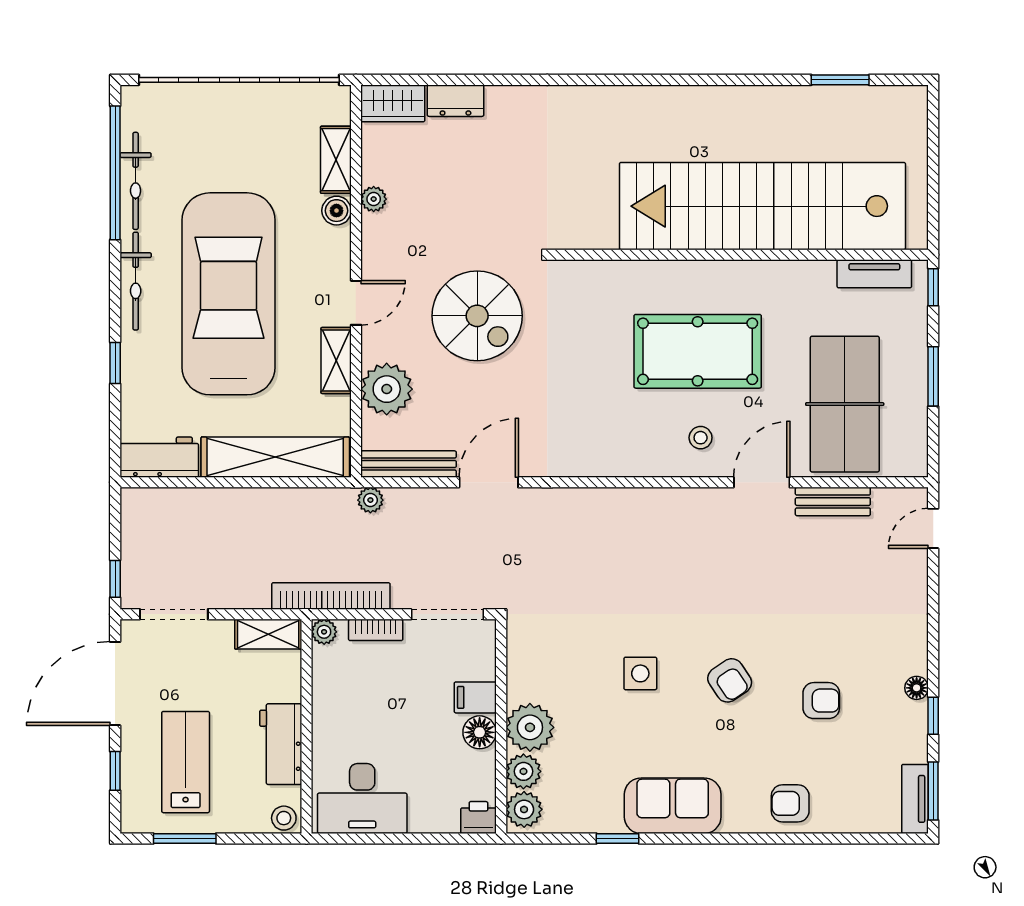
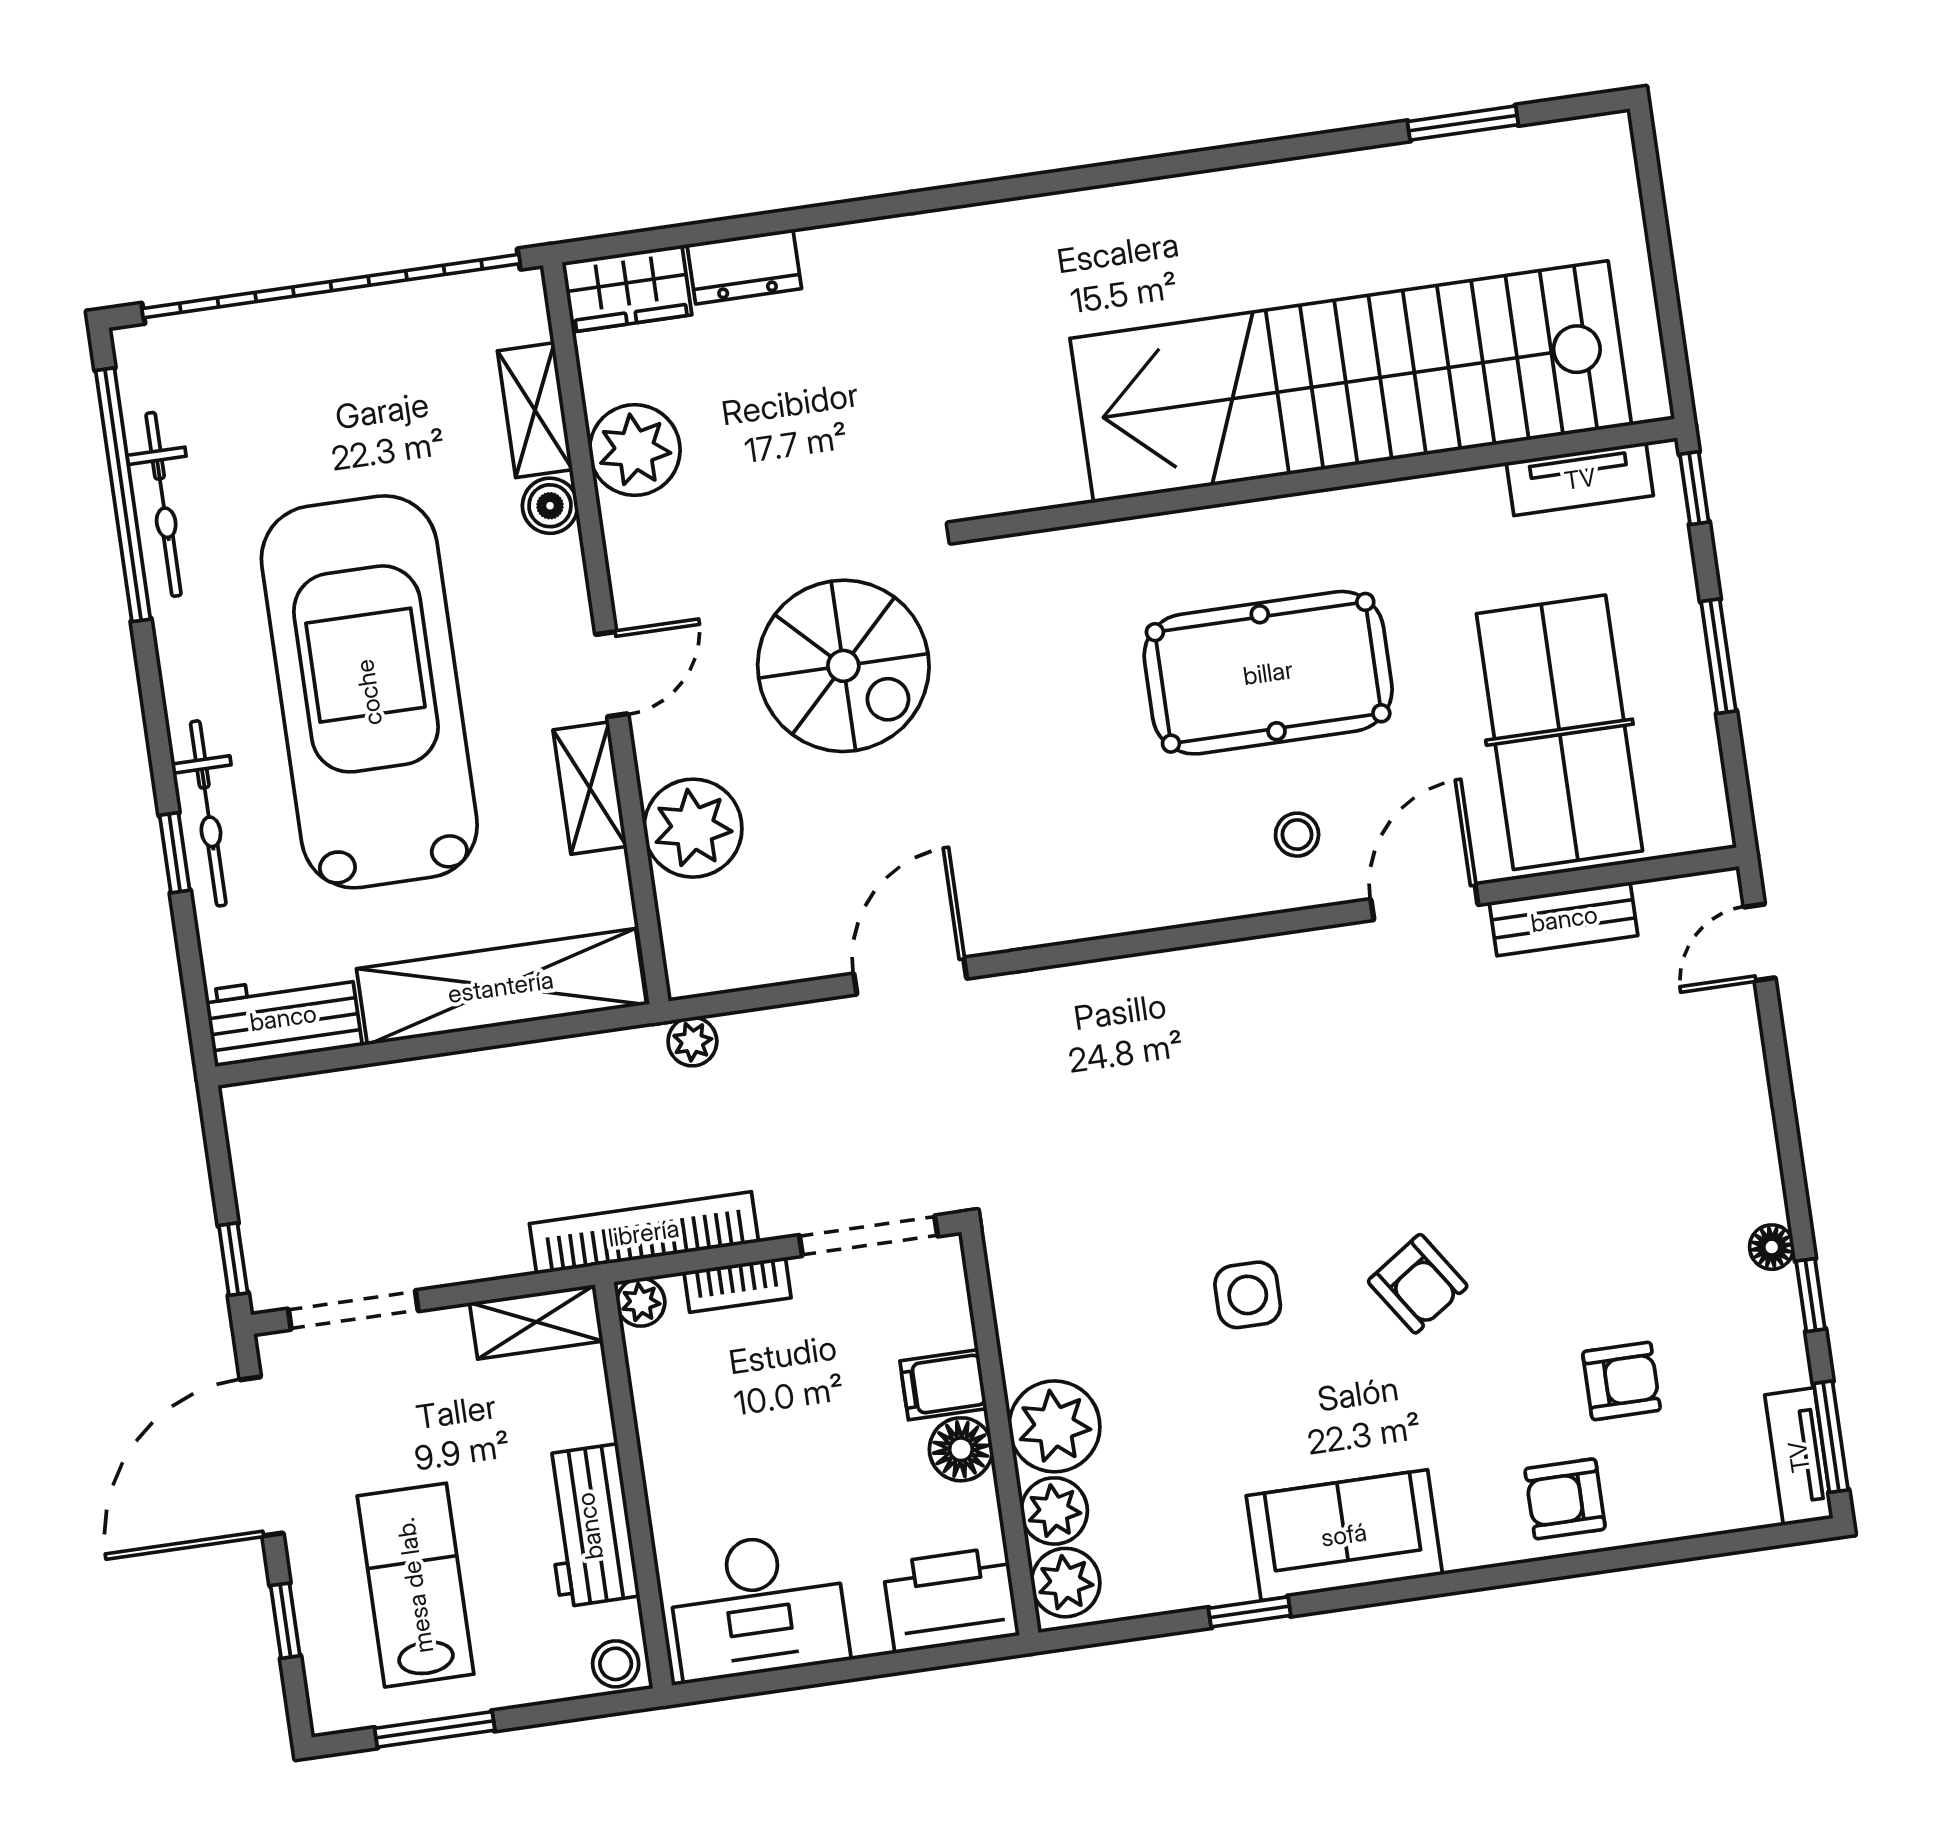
plant: (374, 199) -> (635, 450), width x1.88, depth x1.88
bicycle: (136, 281) -> (208, 813), moved
bench: (409, 464) -> (754, 963), removed
armchair: (821, 701) -> (1621, 1381), moved
printer: (478, 818) -> (951, 1600), width x1.87, depth x1.48

